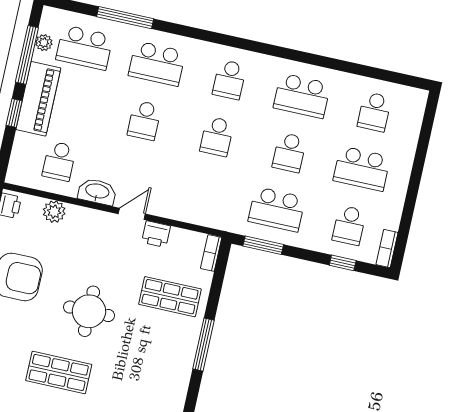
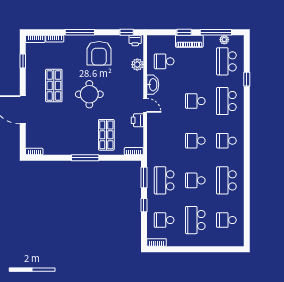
window: (125, 18) -> (247, 79), width x0.46
piano: (38, 99) -> (189, 41), width x0.73, depth x0.75
window: (343, 263) -> (144, 205), moved

